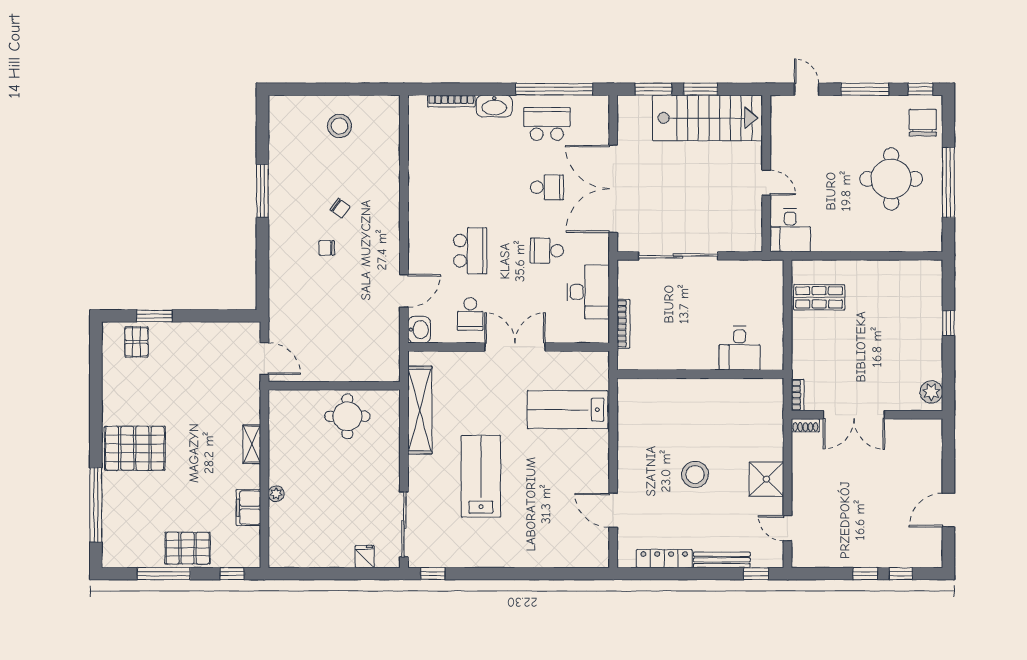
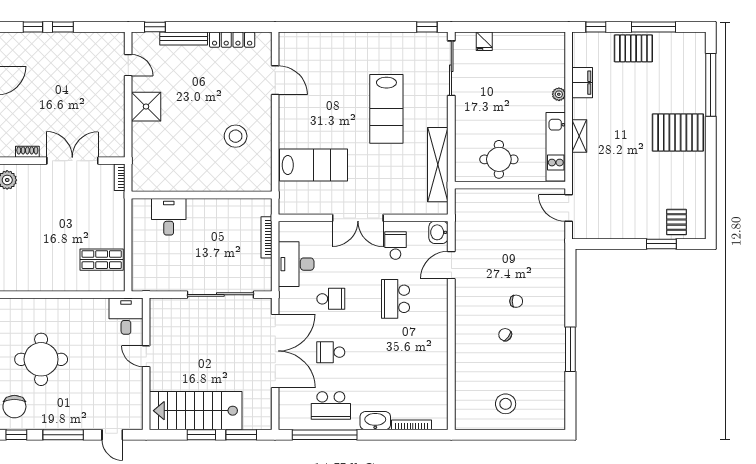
shoe rack: (805, 425) -> (27, 152), moved
kitchen unit: (280, 431) -> (556, 147), added
stool: (695, 474) -> (236, 136), moved

